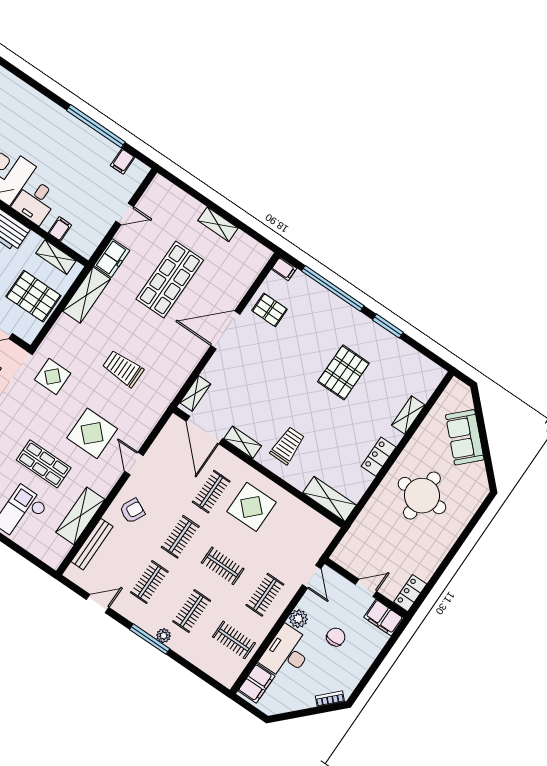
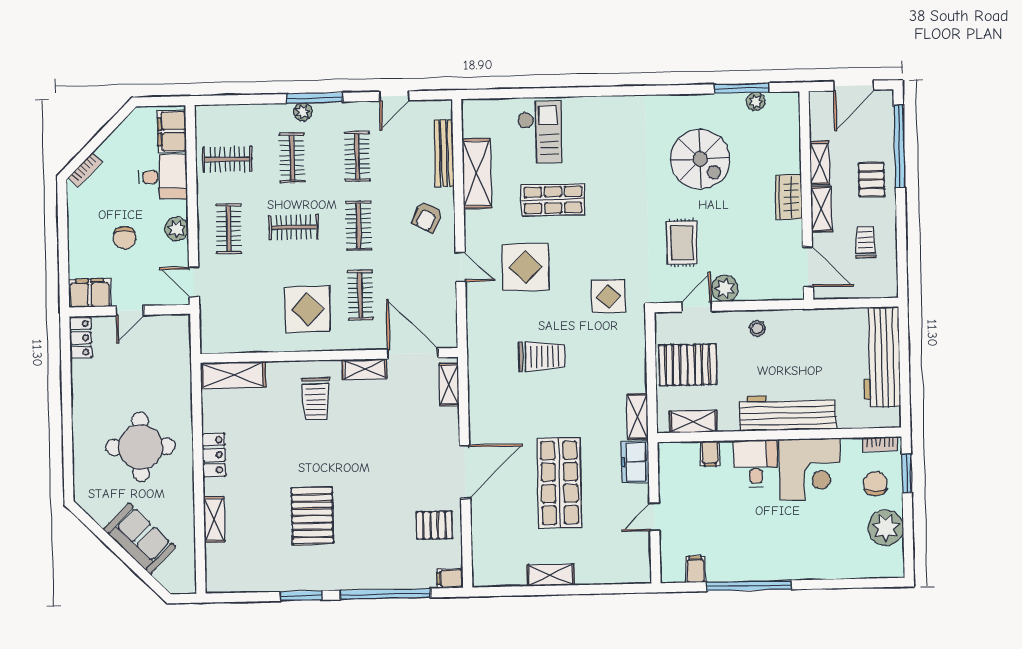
shelving: (86, 295) -> (637, 416), width x0.67, depth x0.75
desk: (287, 653) -> (163, 177), width x0.73

